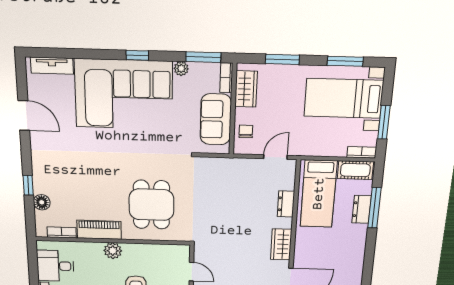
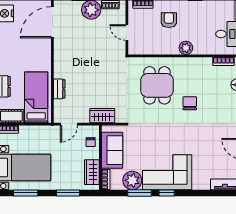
window: (203, 57) -> (139, 193), moved
plant: (181, 69) -> (132, 180), width x1.88, depth x1.88
corner sofa: (124, 94) -> (167, 172), width x0.73, depth x0.74
chair: (106, 180) -> (190, 103), added
piano: (99, 230) -> (196, 64), removed
wardrobe: (281, 244) -> (102, 116), moved, turned -90

